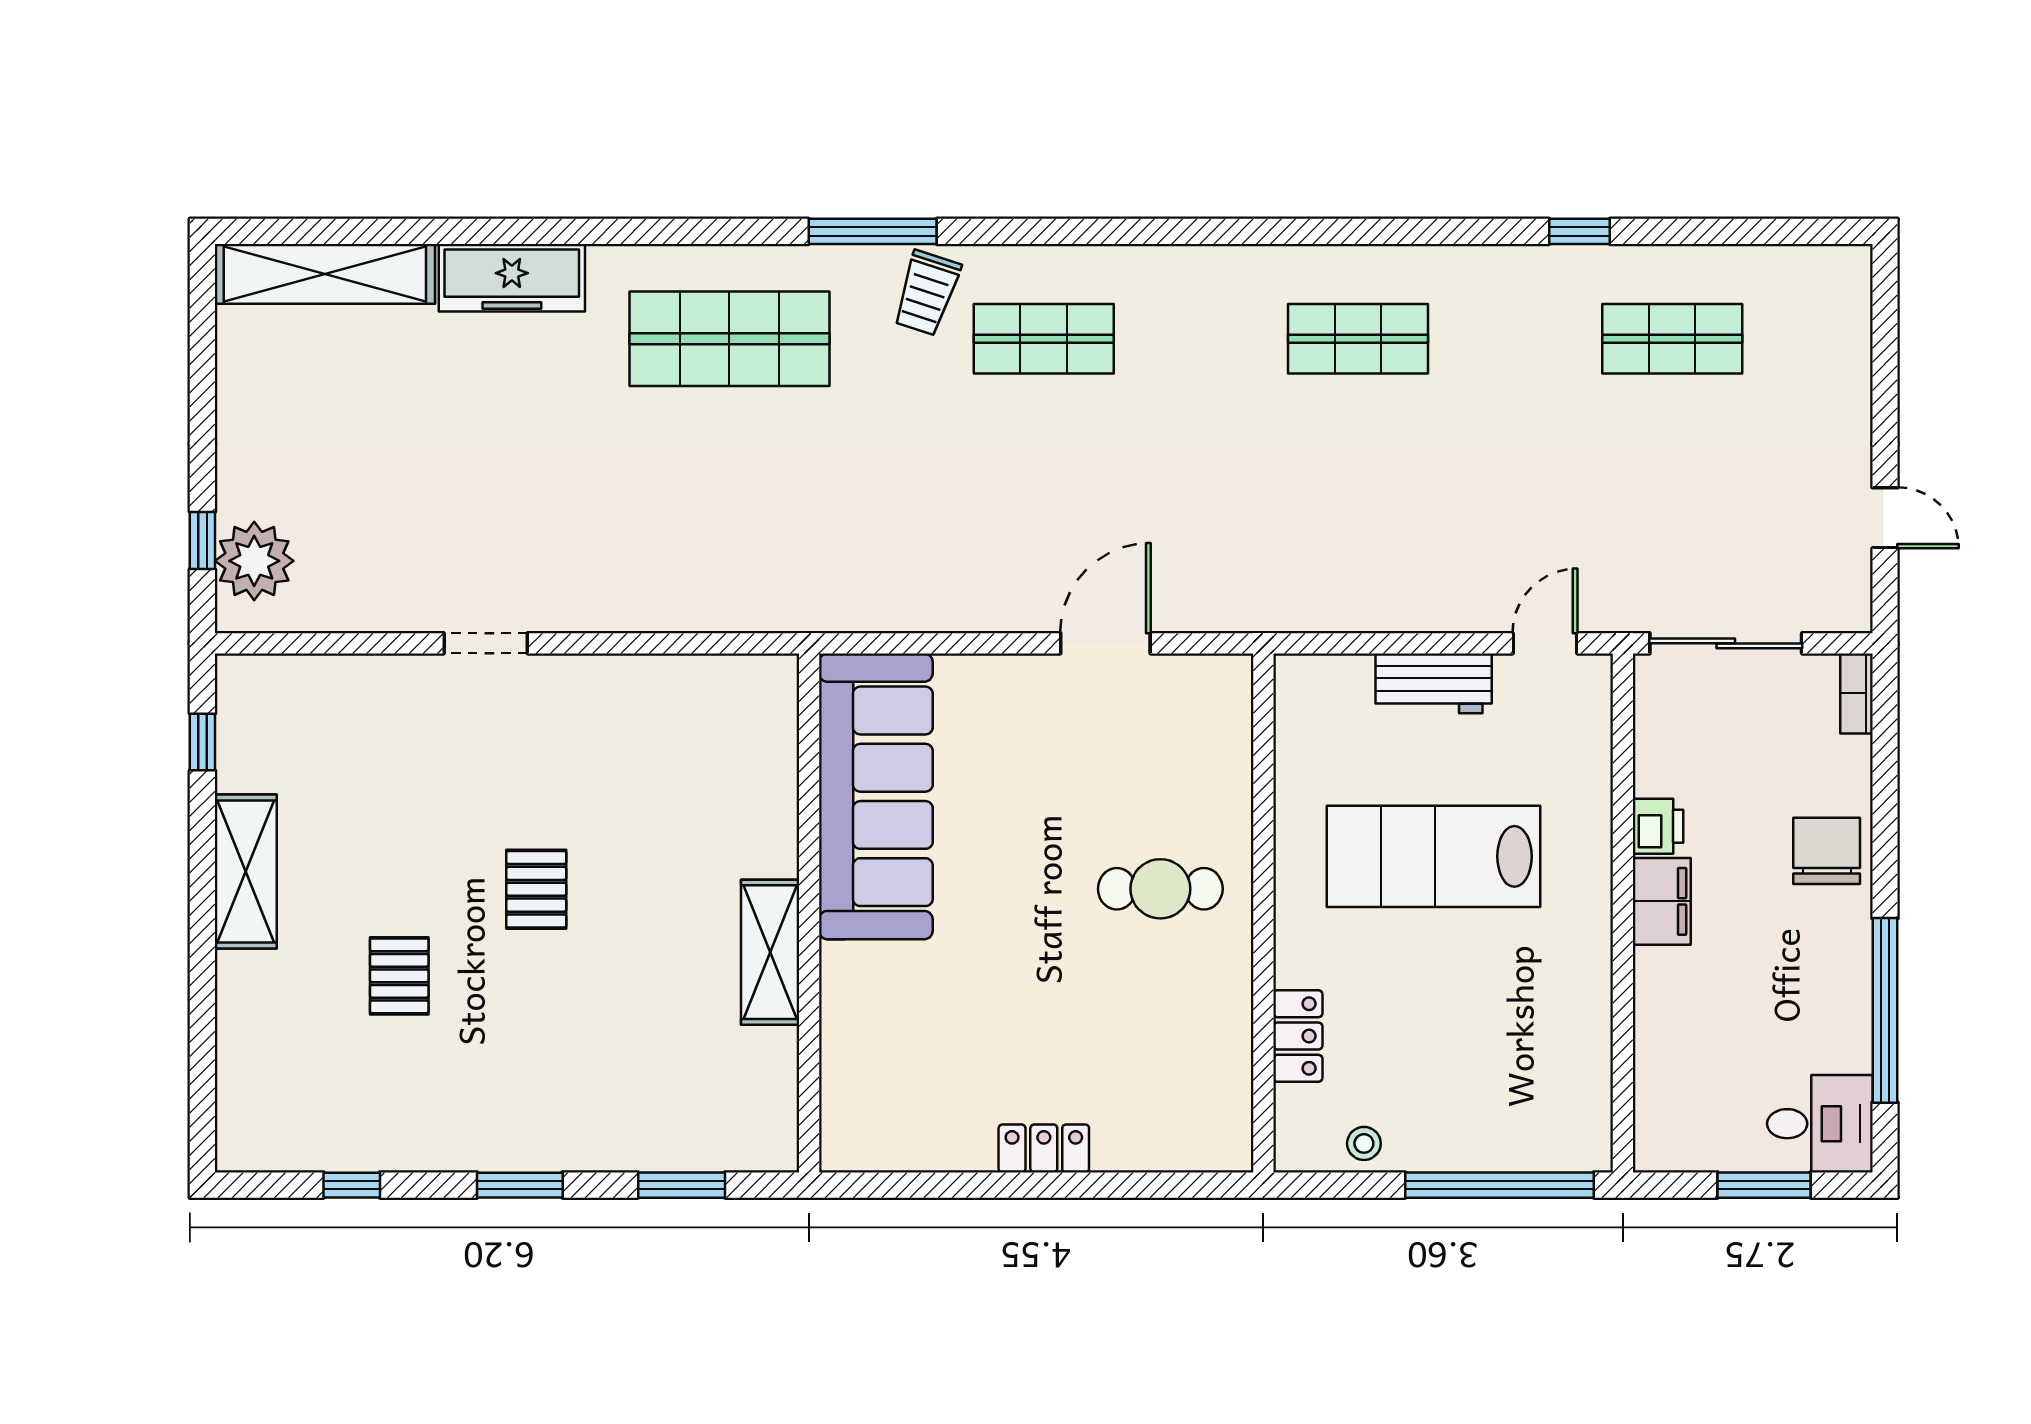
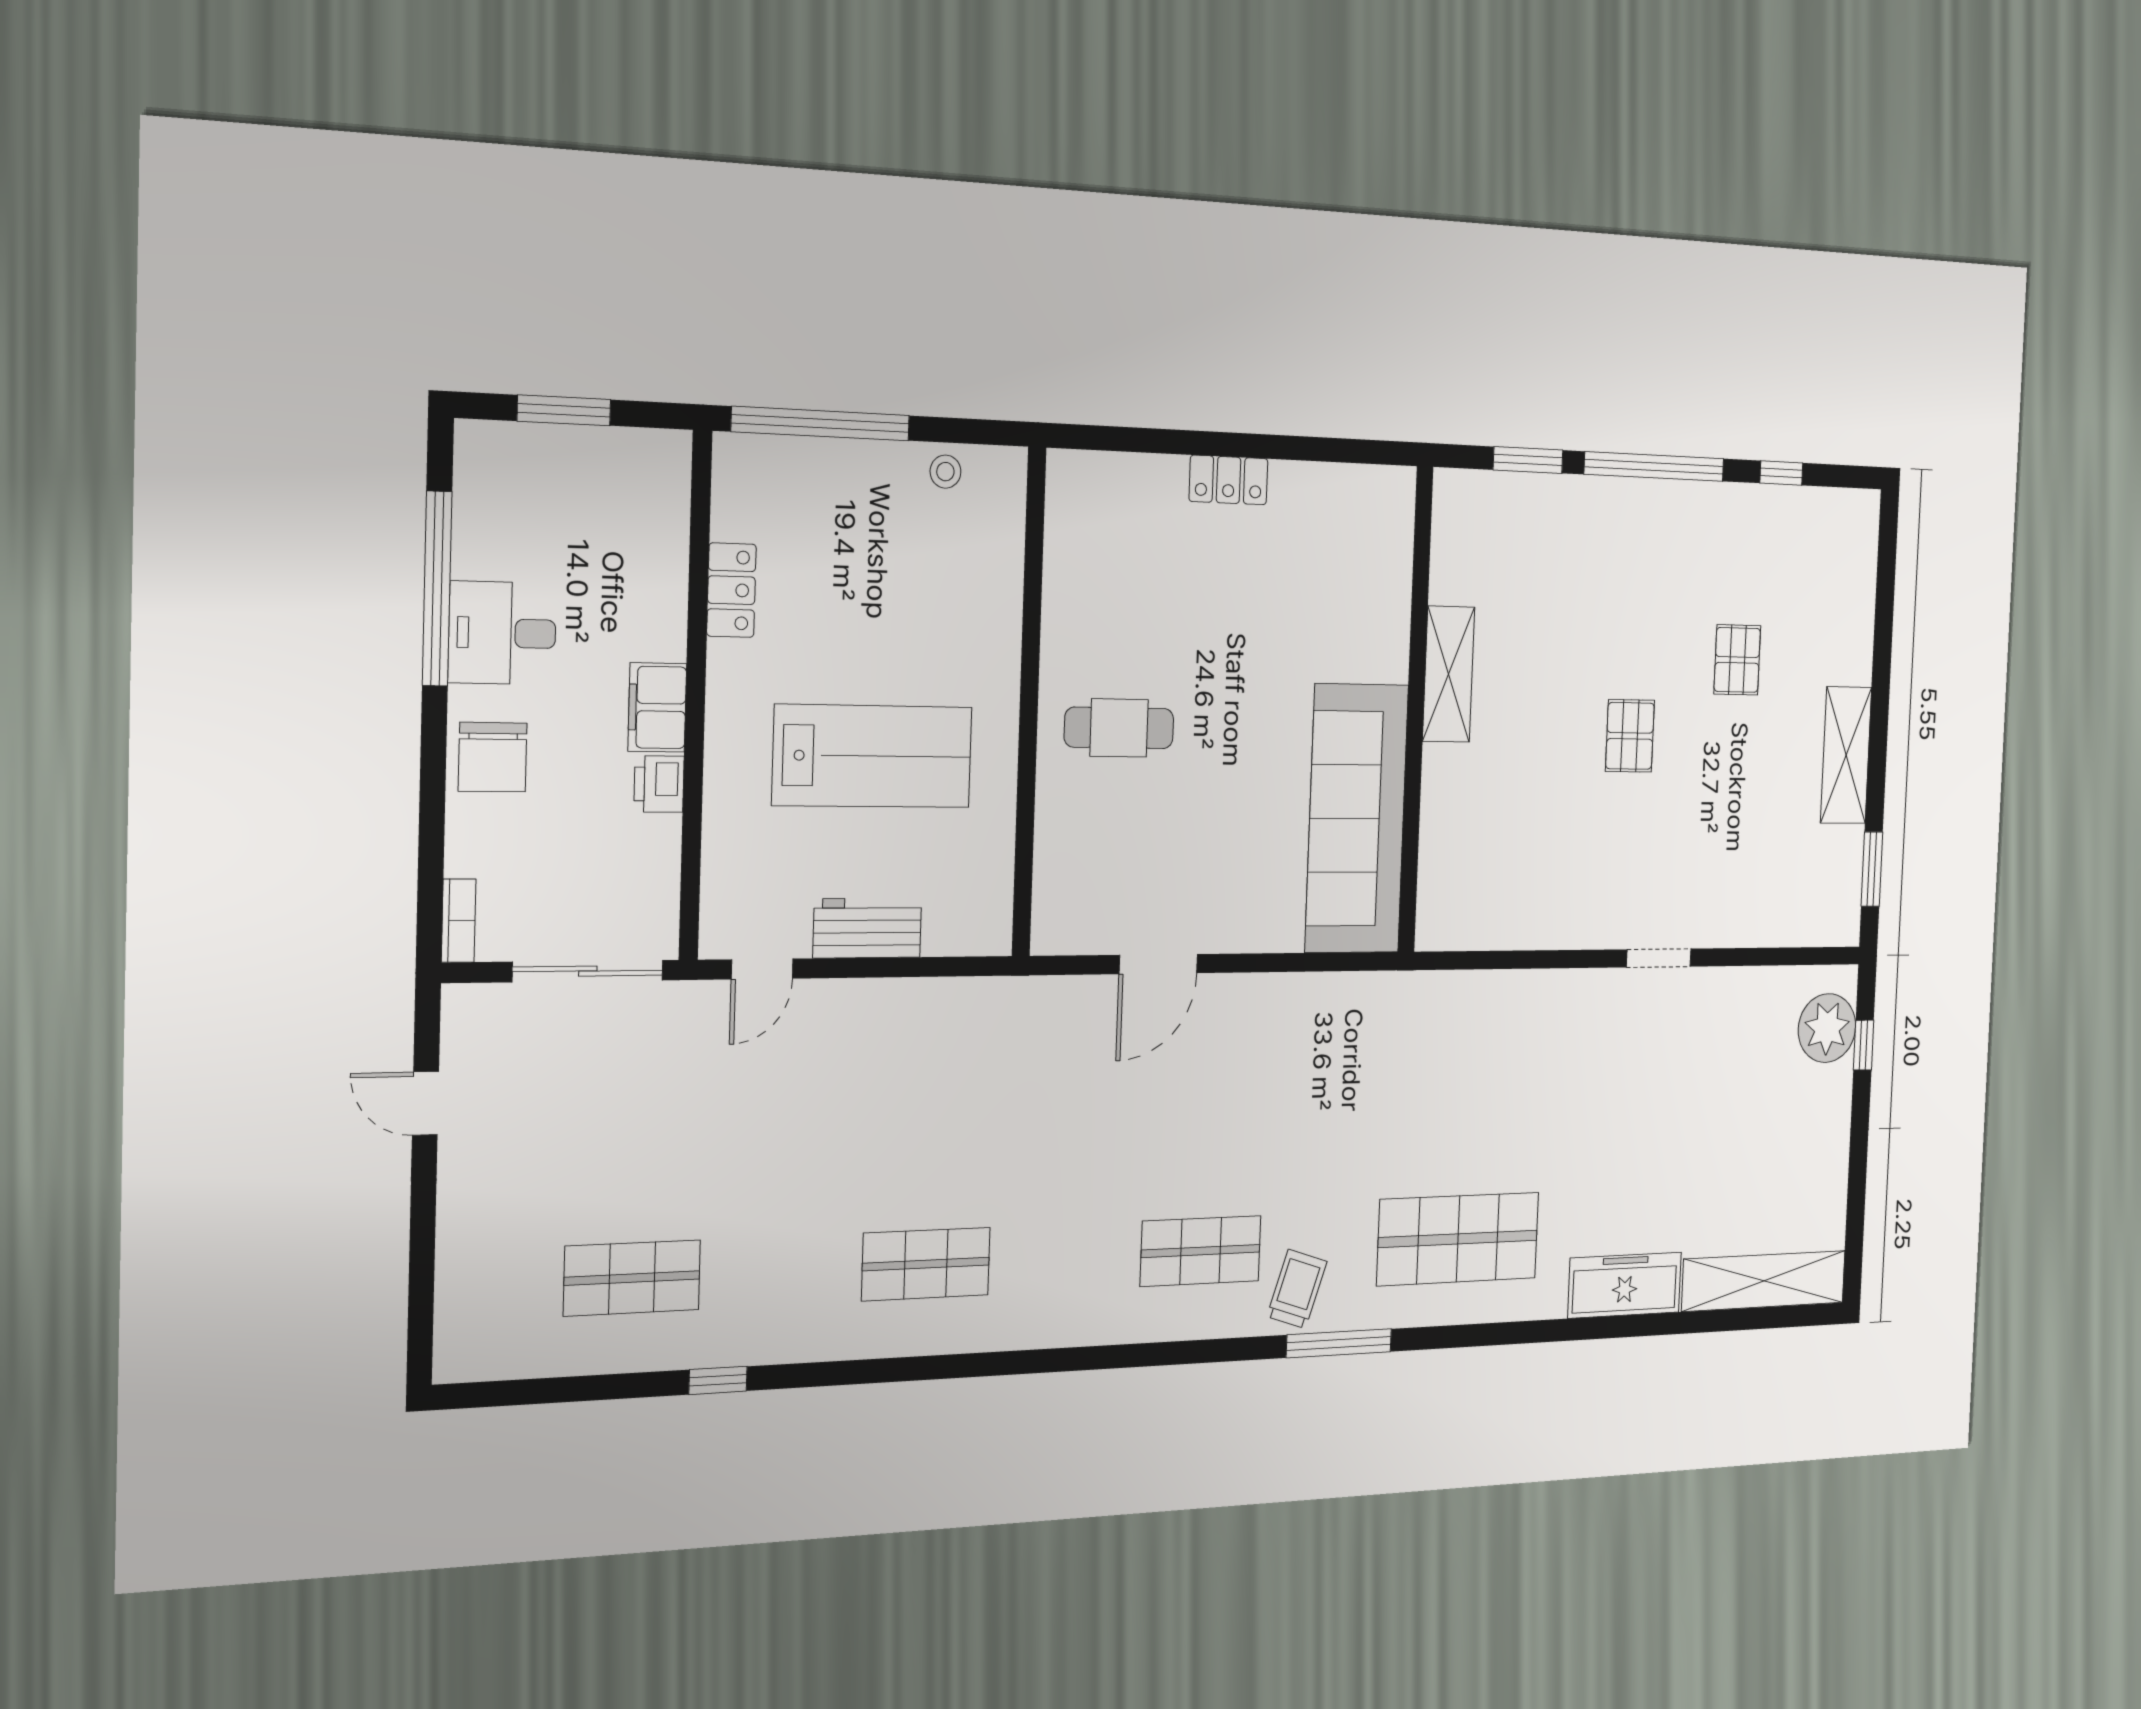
window: (202, 742) -> (1872, 869), width x1.50
locker: (1298, 1036) -> (731, 590), moved, turned 180
desk: (1820, 1124) -> (502, 633), moved
window: (520, 1185) -> (1654, 466), width x2.11

